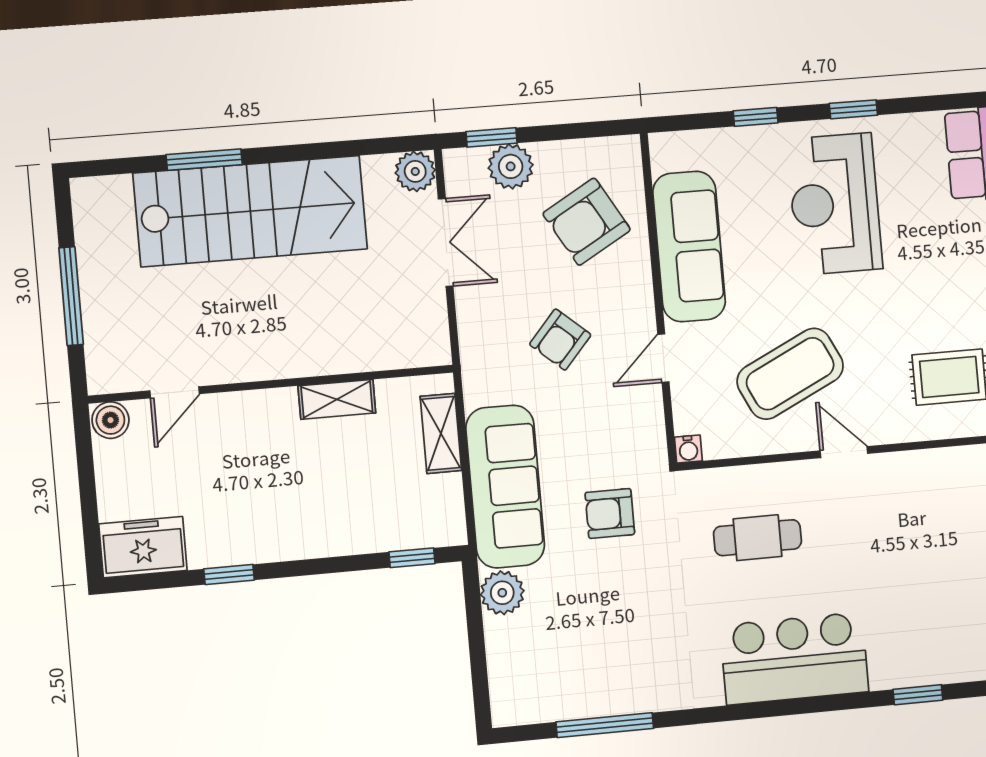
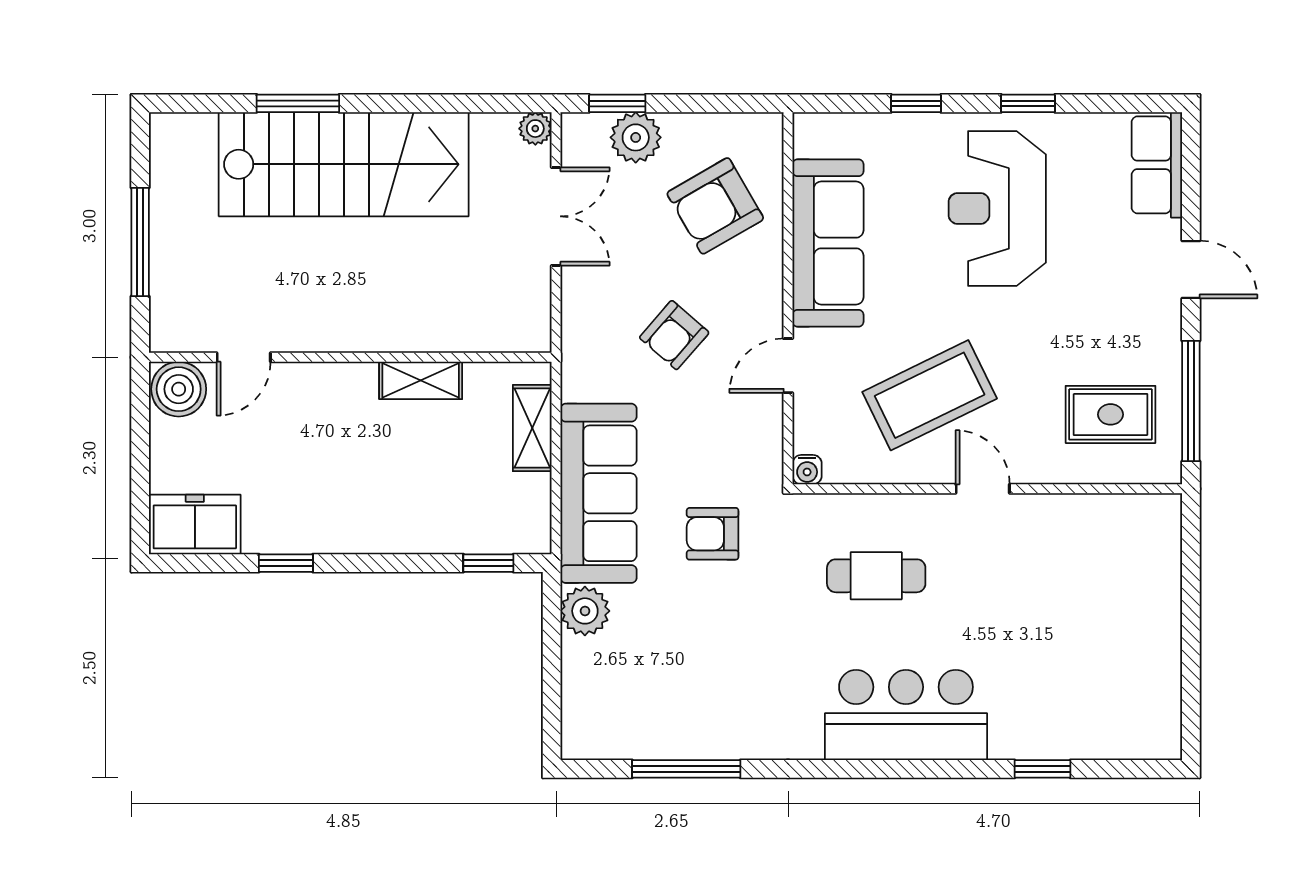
plant: (415, 171) -> (535, 129), width x0.73, depth x0.73
boiler: (110, 420) -> (179, 389), width x1.36, depth x1.36

